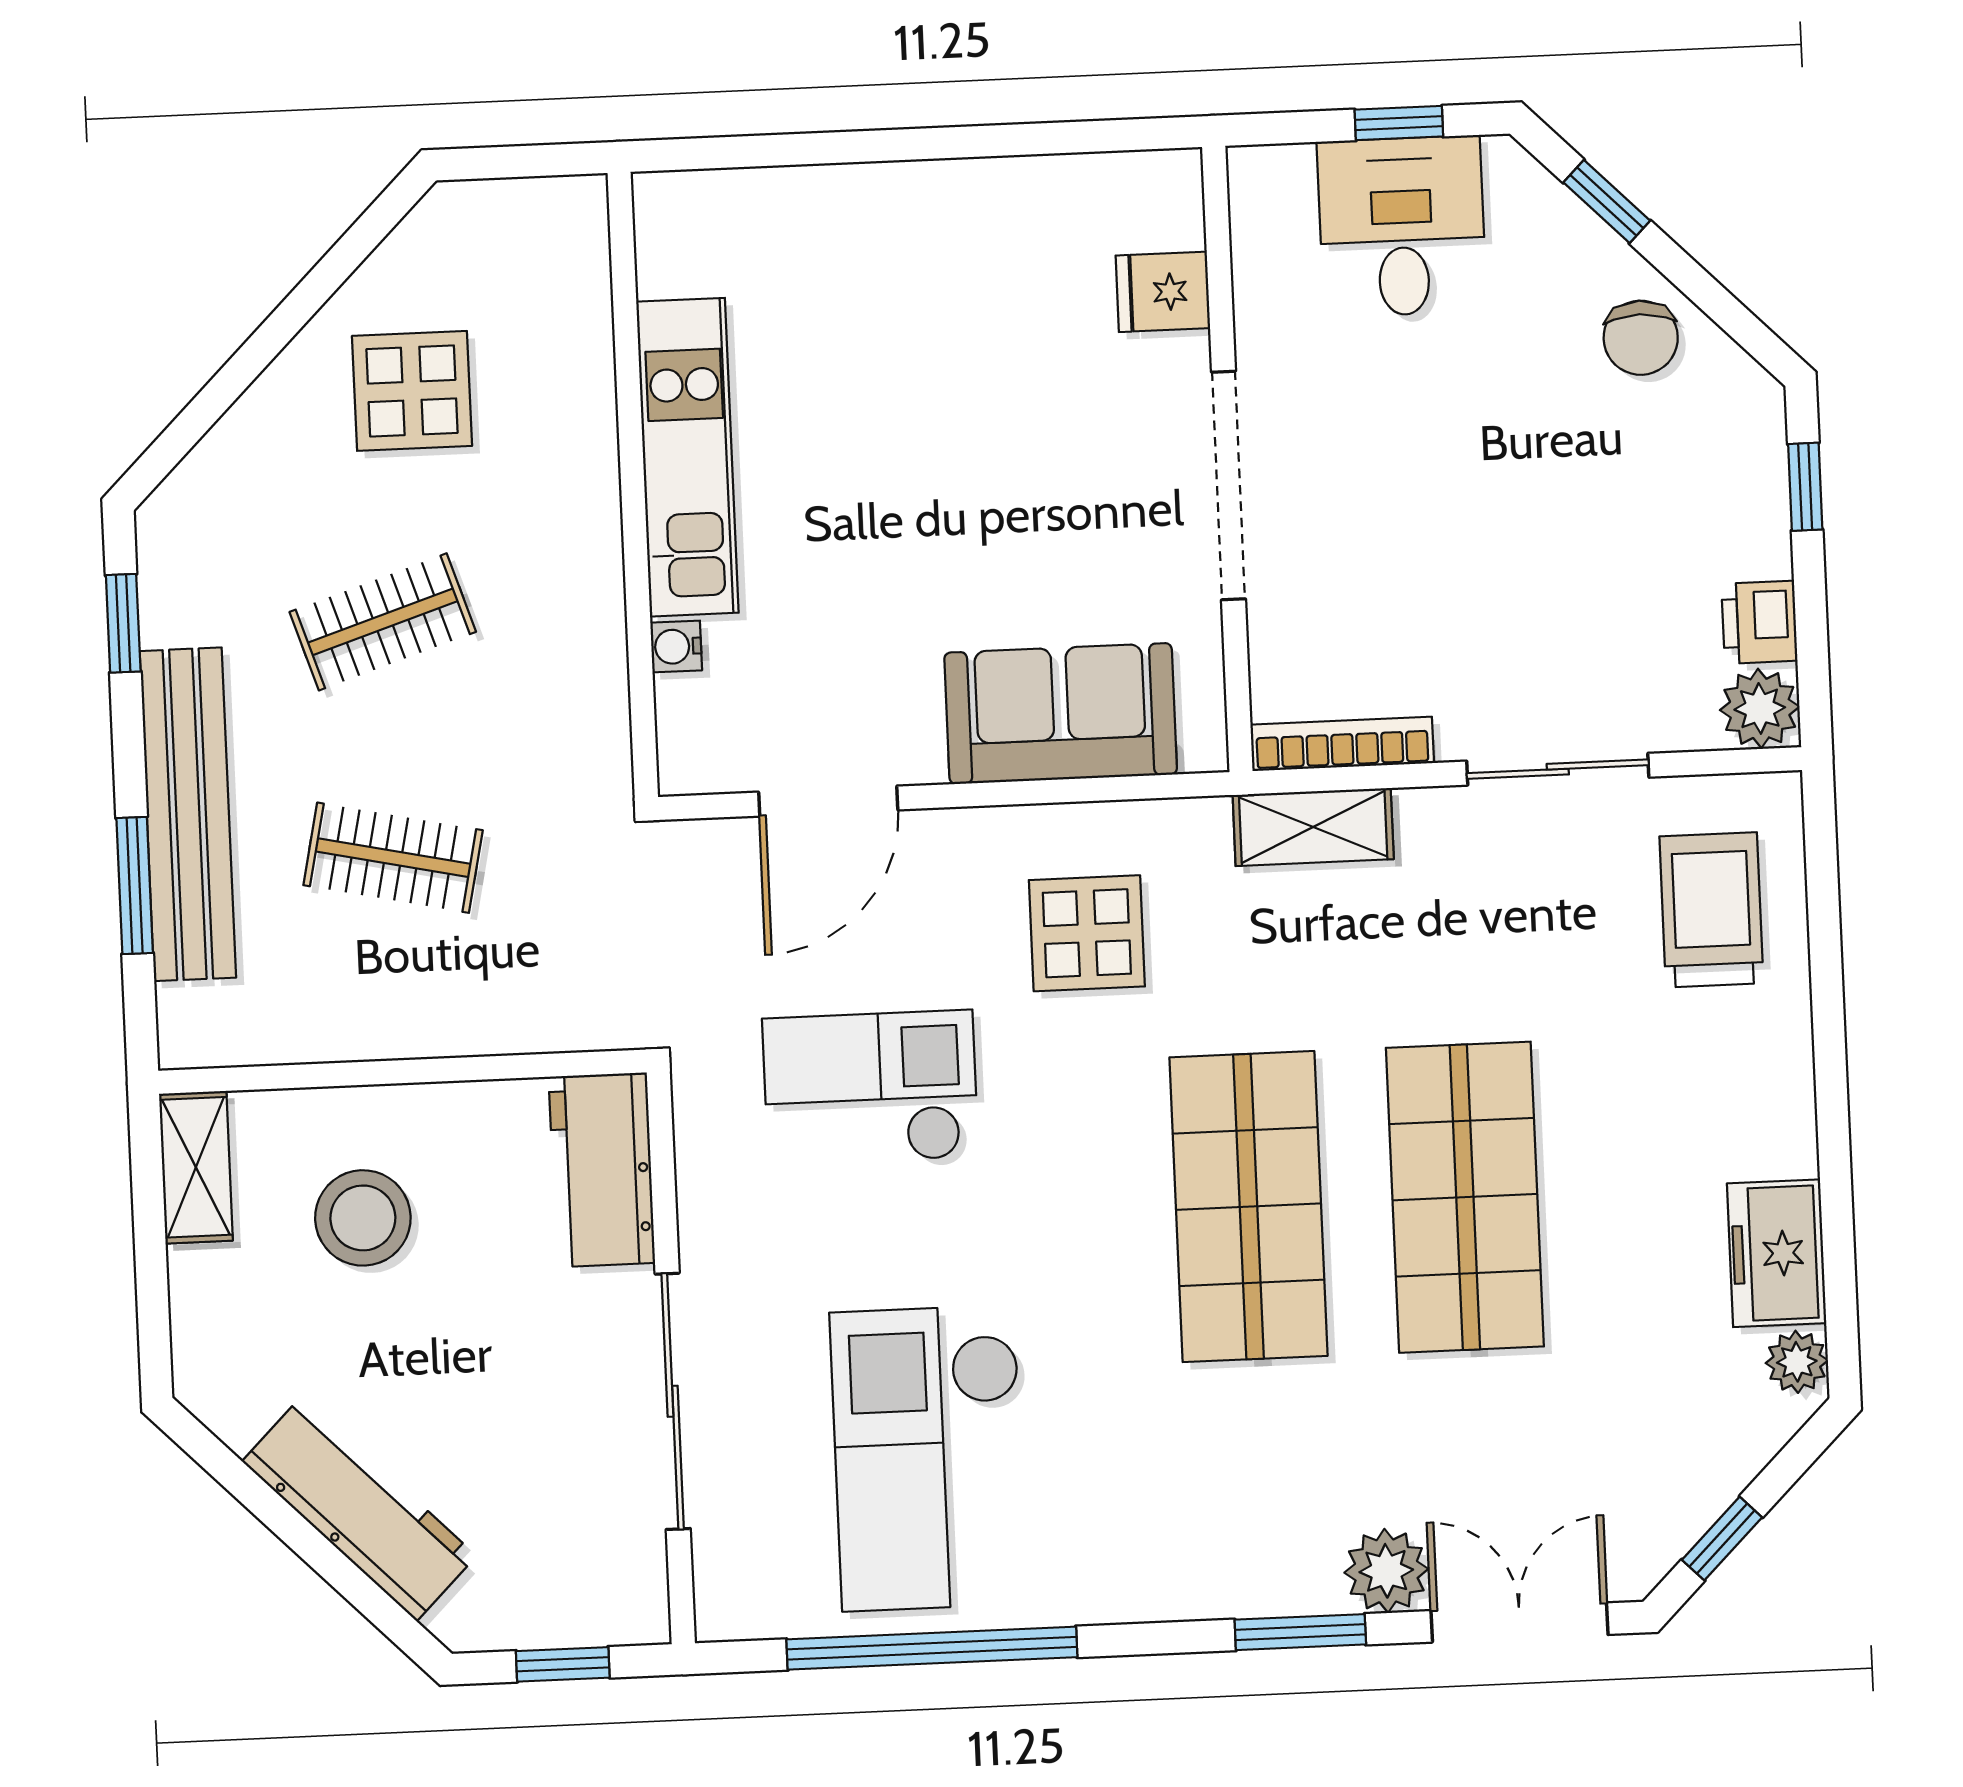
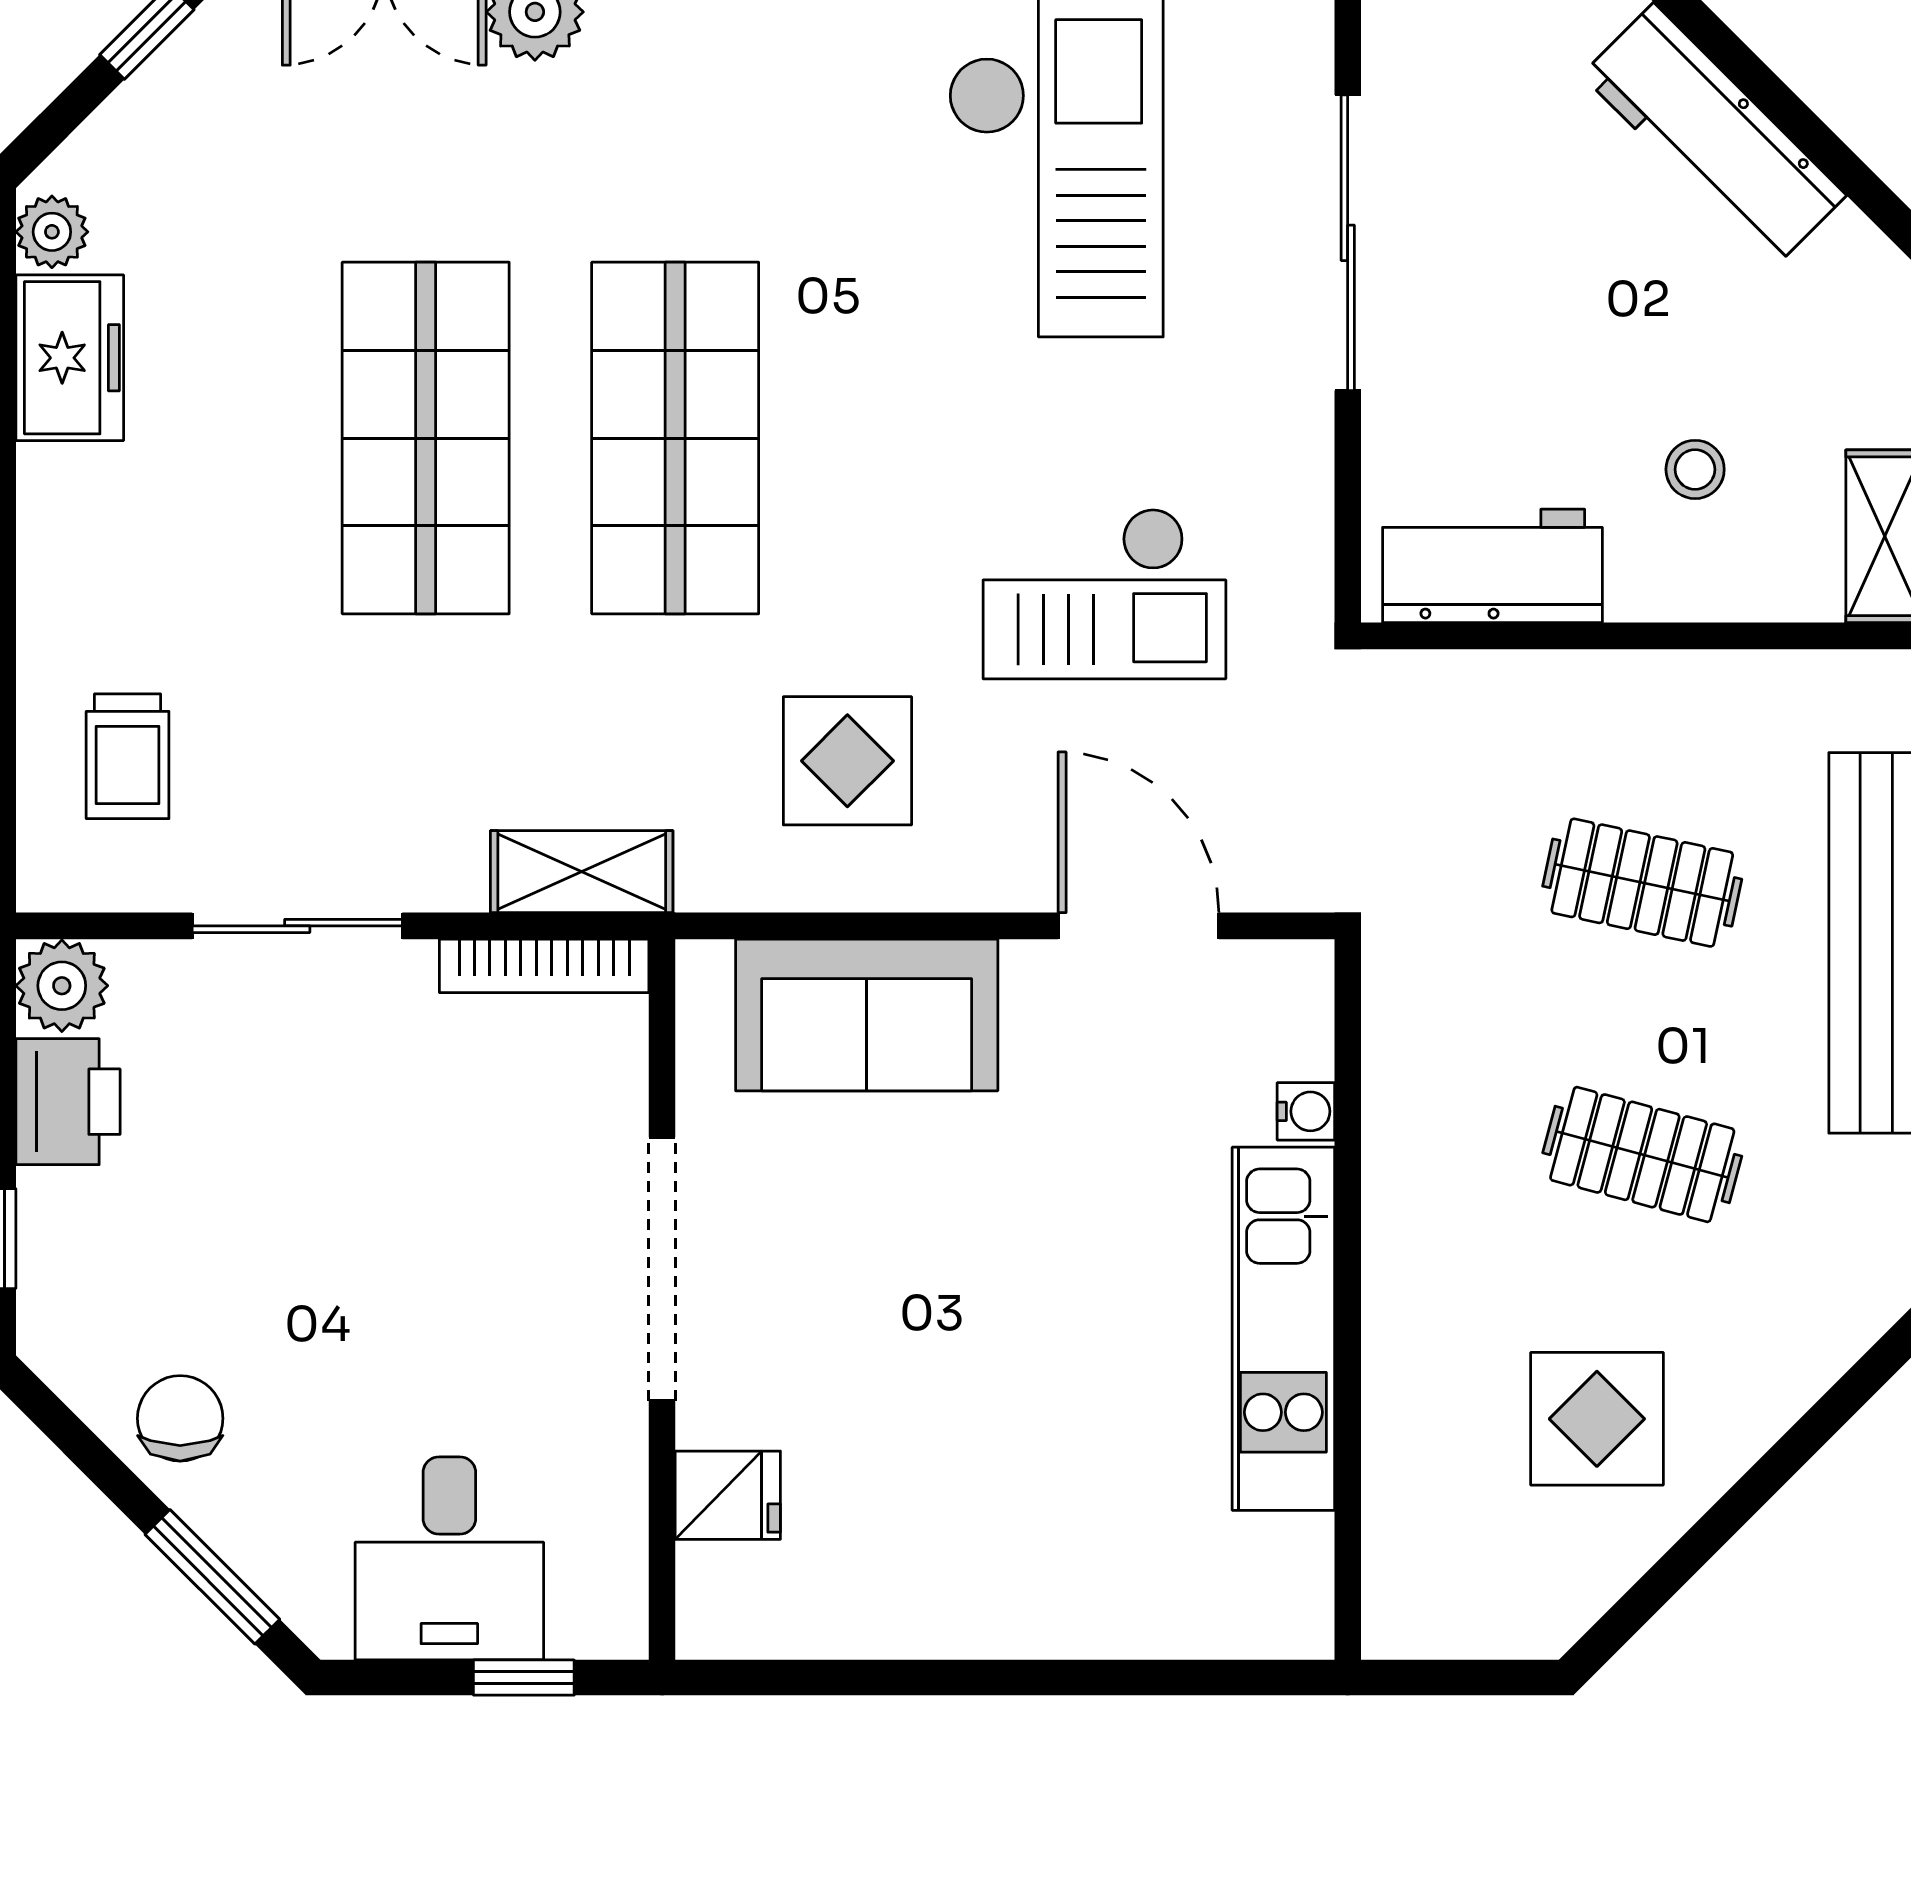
window: (1399, 123) -> (524, 1678), moved
window: (1607, 202) -> (212, 1577), width x1.50
clothes rail: (383, 622) -> (1642, 1154), turned 33
printer: (1759, 622) -> (68, 1102), width x1.36, depth x1.24
door: (828, 801) -> (1139, 926), hinge flipped
trolley: (1711, 910) -> (128, 756), width x0.73, depth x0.72
workbench: (602, 1170) -> (1492, 566), moved, turned -90
stool: (363, 1218) -> (1695, 469), width x0.53, depth x0.53

